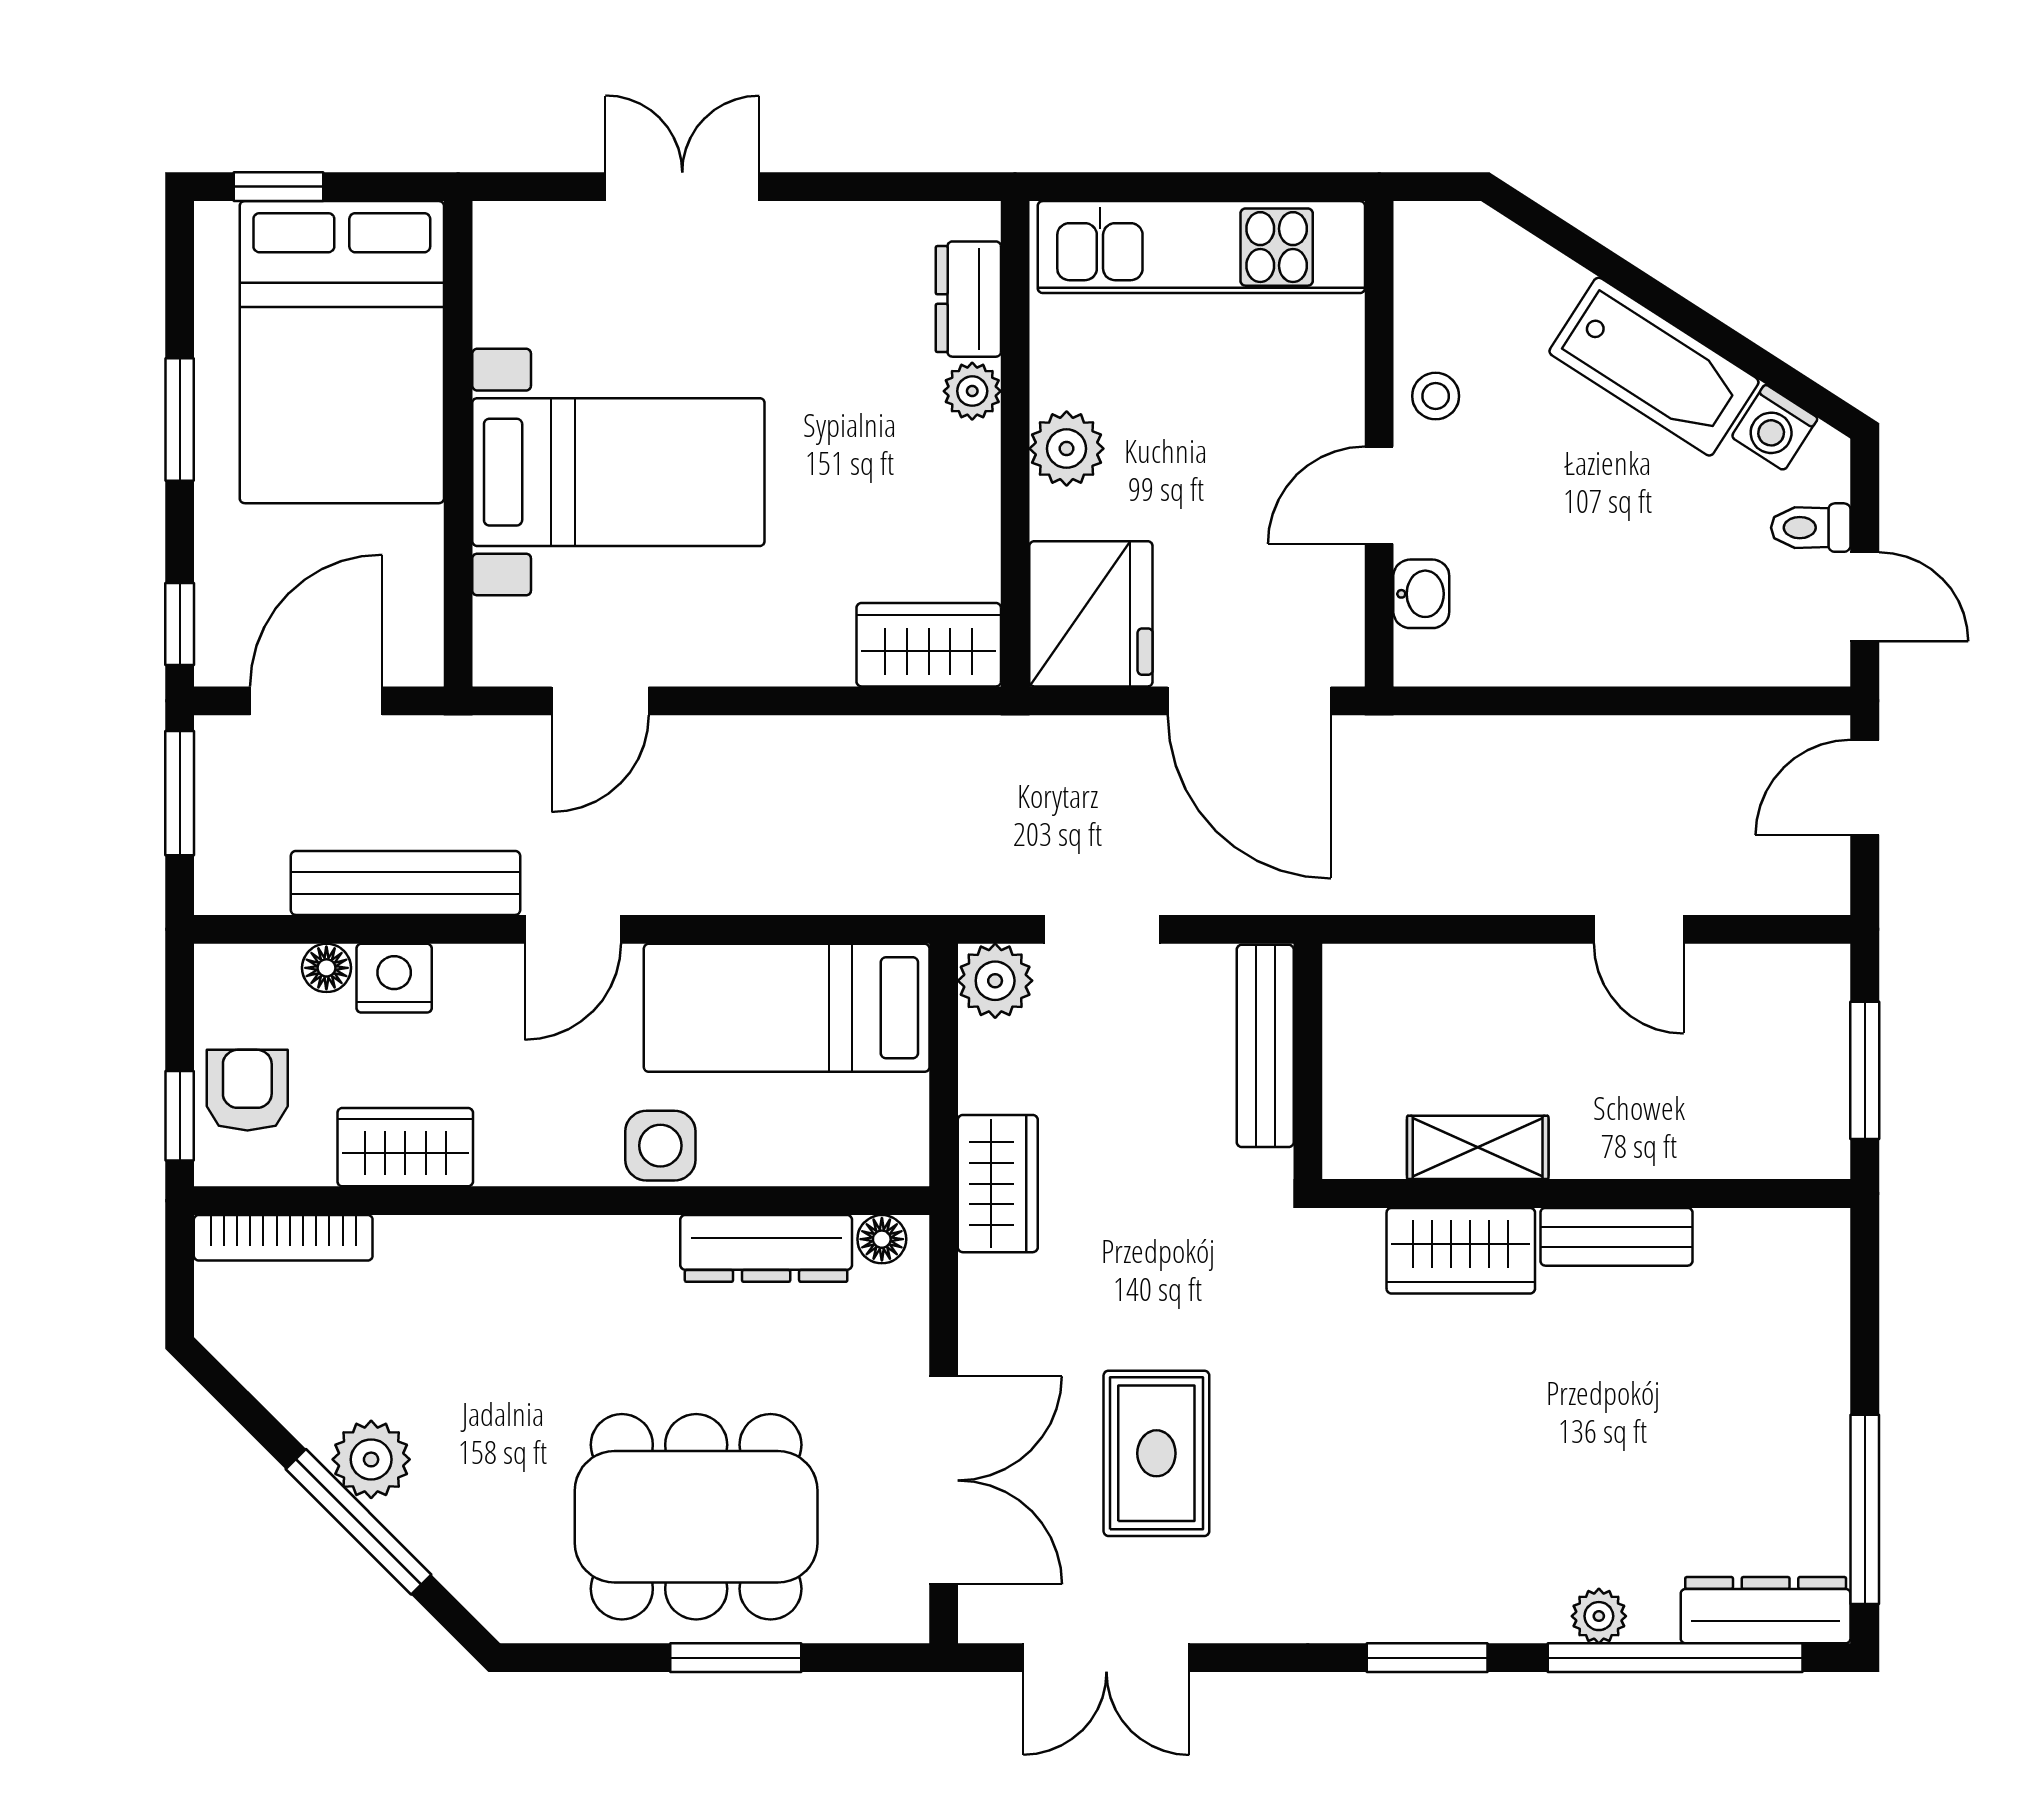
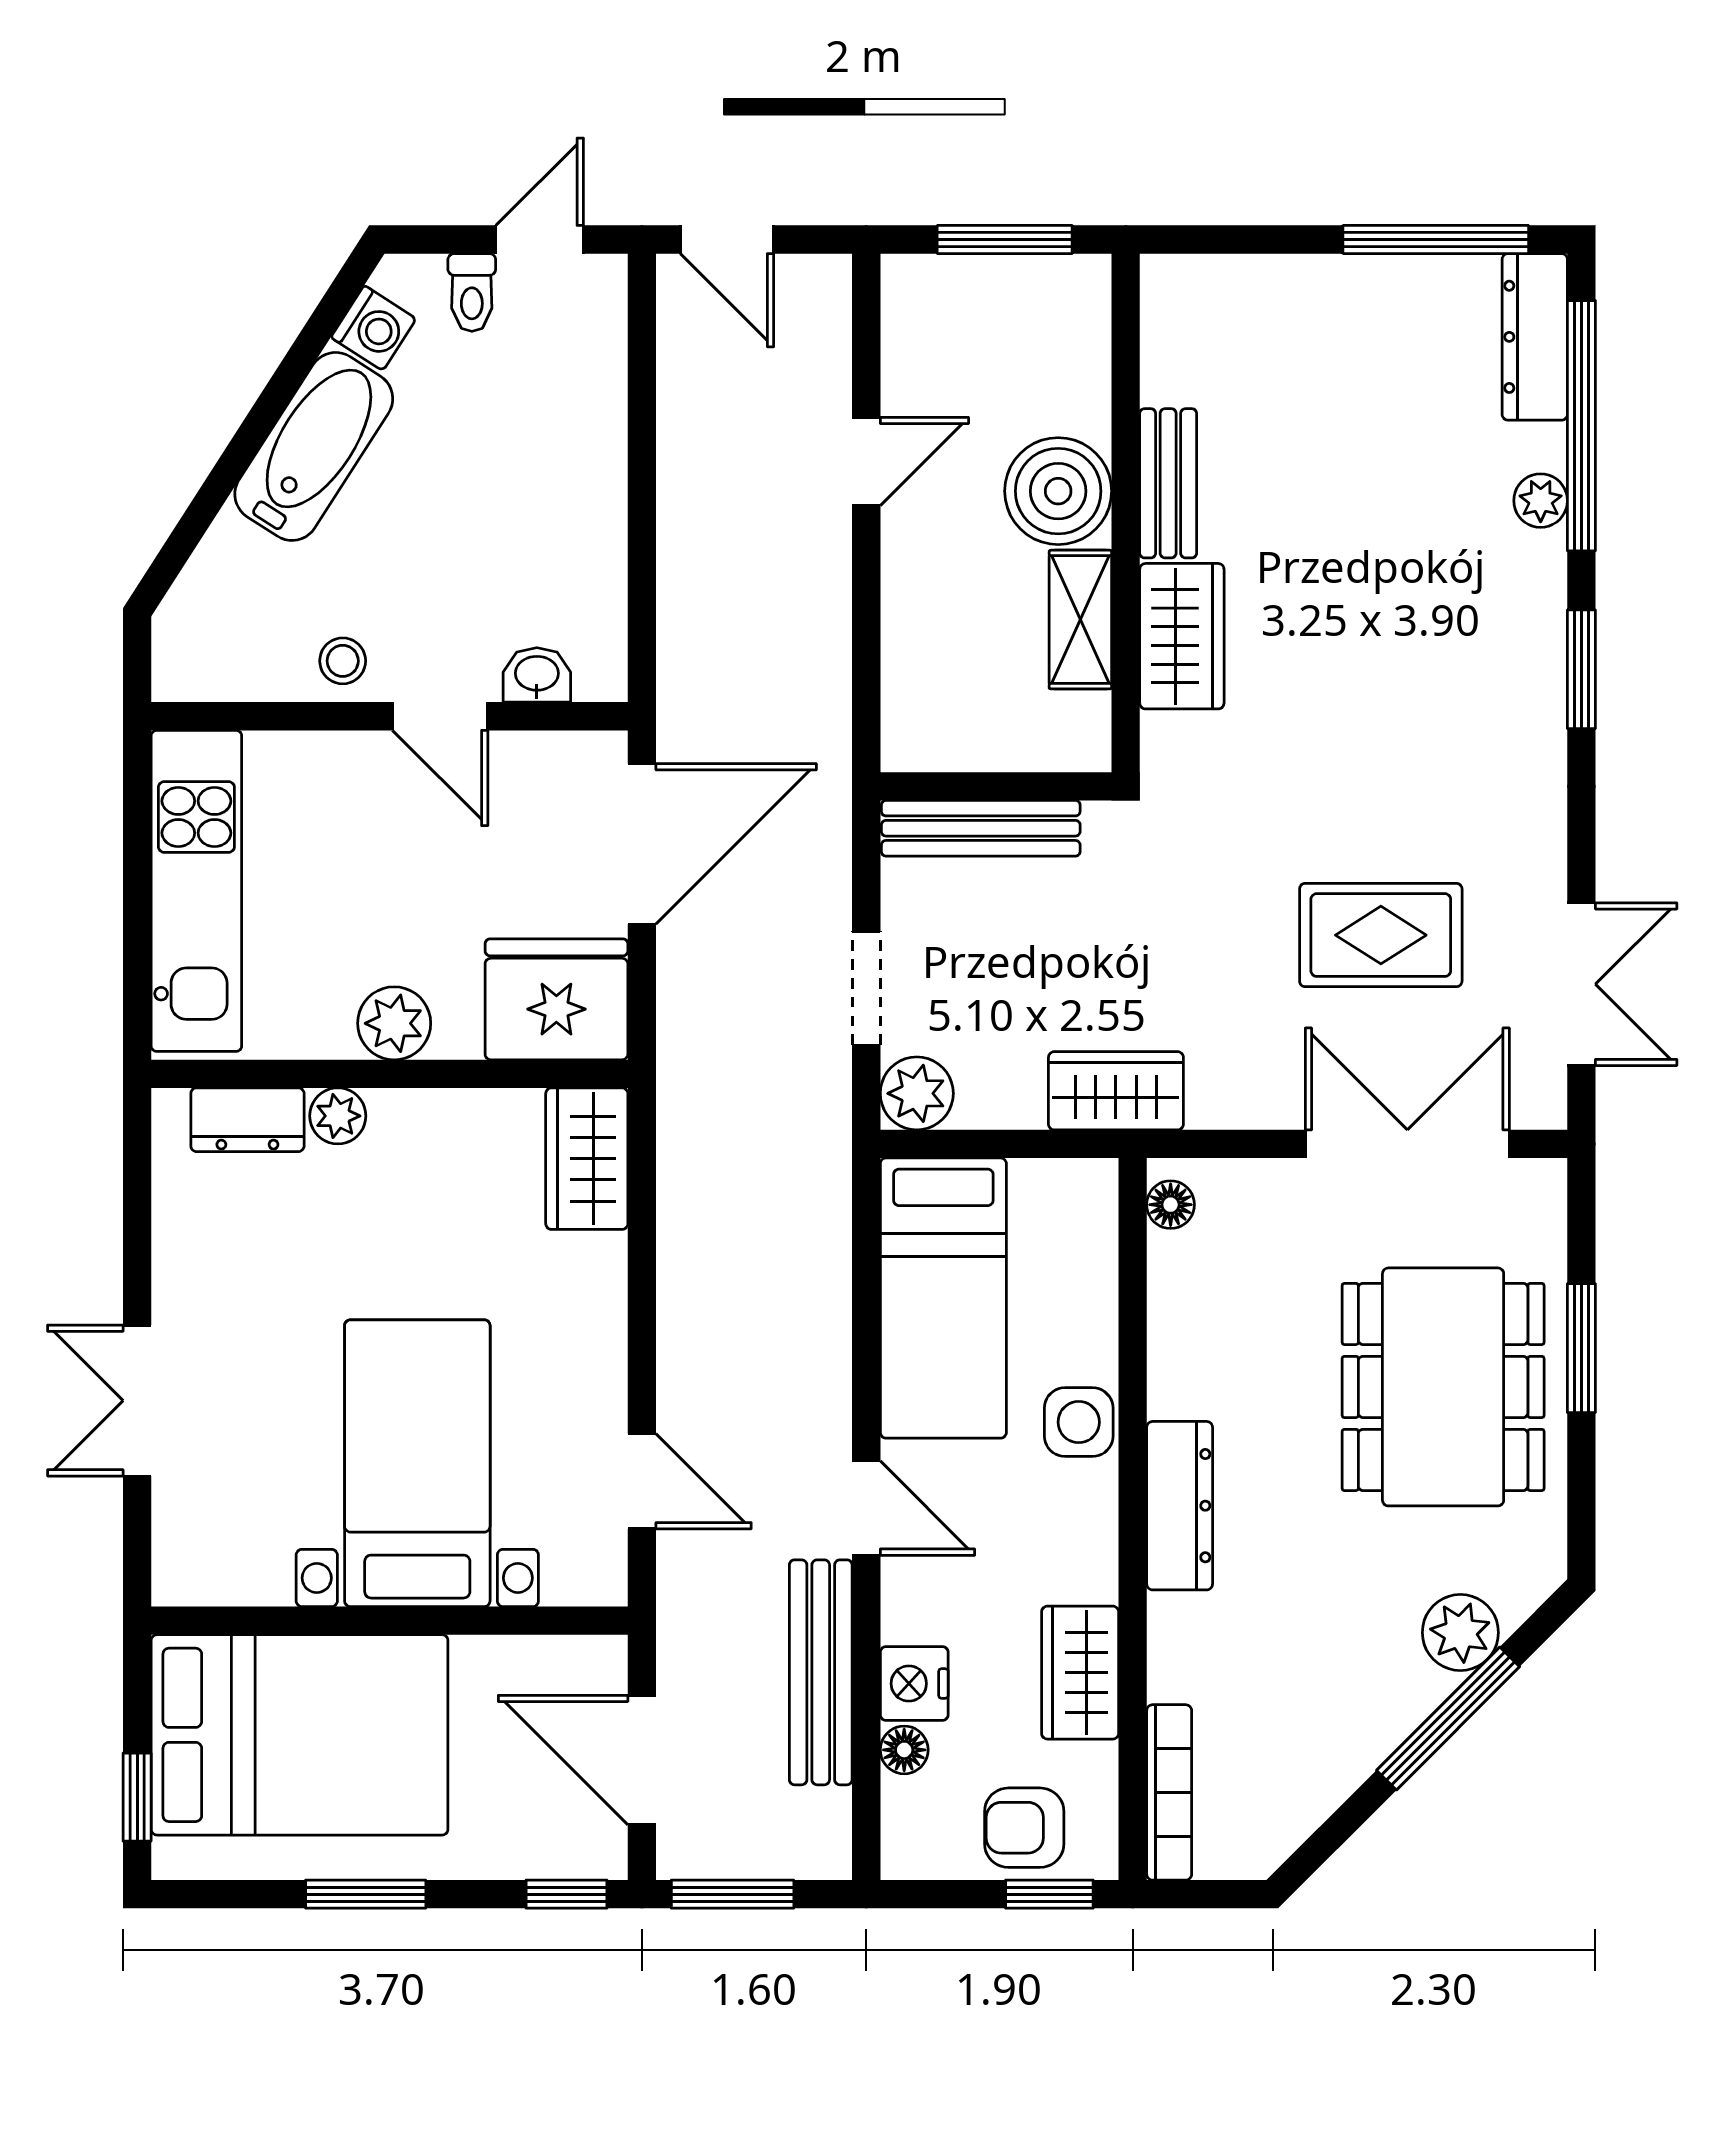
boiler: (1609, 1125) -> (1058, 491), added
dresser: (766, 1248) -> (1180, 1506), moved
plant: (371, 1459) -> (1460, 1633), moved

